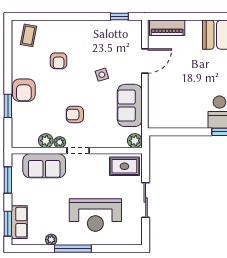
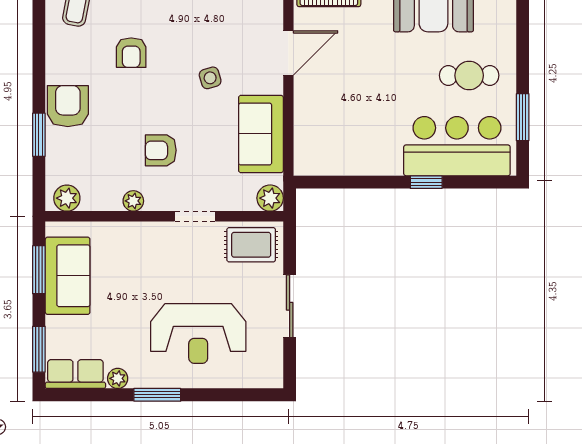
armchair: (24, 90) -> (68, 106), turned 180
plant: (46, 141) -> (67, 198), moved
doorway: (78, 151) -> (195, 216), moved
sofa: (44, 166) -> (68, 276), moved, turned -90
row of seats: (19, 222) -> (75, 374), moved, turned -90
window: (73, 249) -> (157, 395), width x0.69

